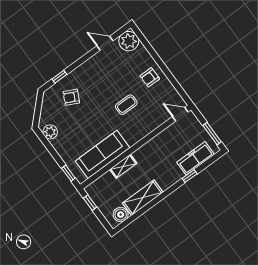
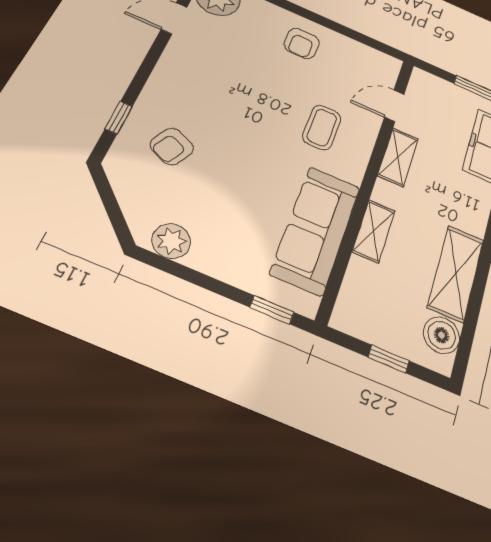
coffee table: (126, 105) -> (322, 127), moved
door: (180, 114) -> (394, 106), moved
shelving: (154, 144) -> (398, 157), added
window: (90, 203) -> (389, 359), moved

